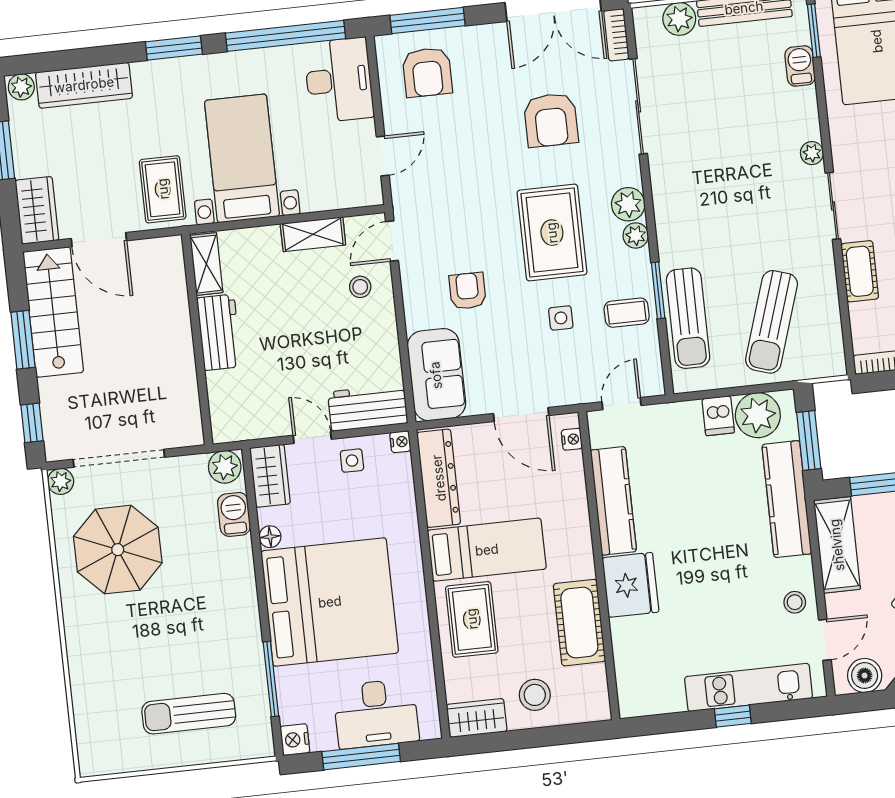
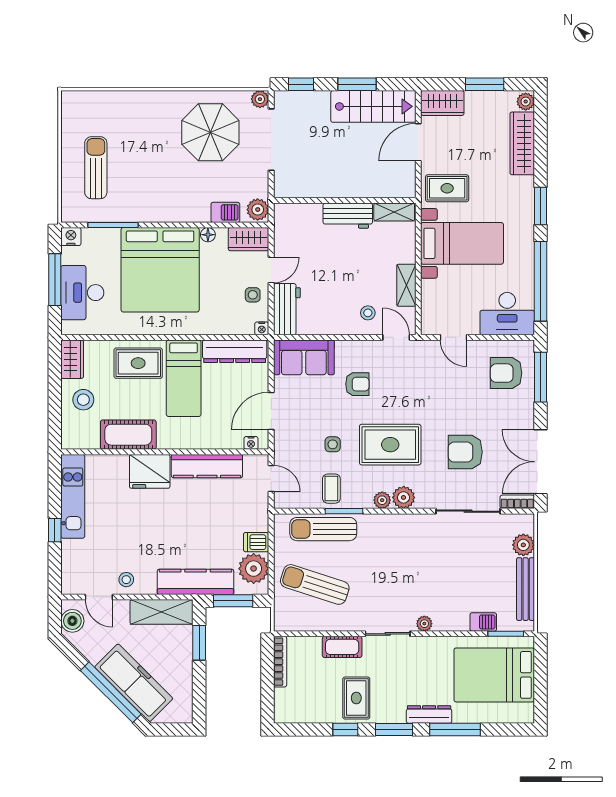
kitchen unit: (749, 687) -> (73, 496), moved

